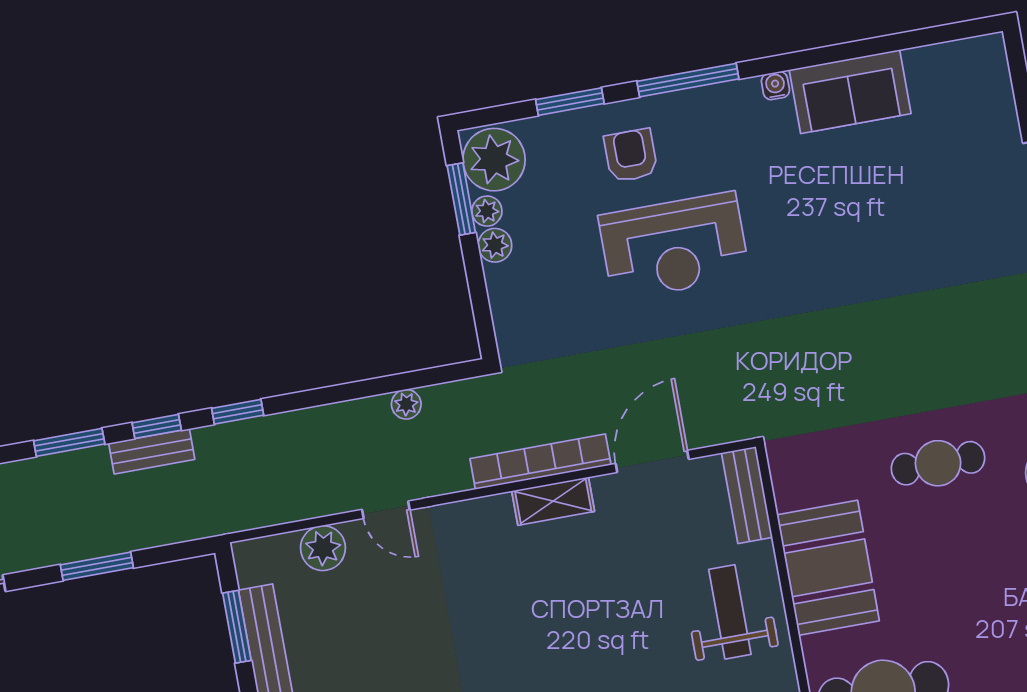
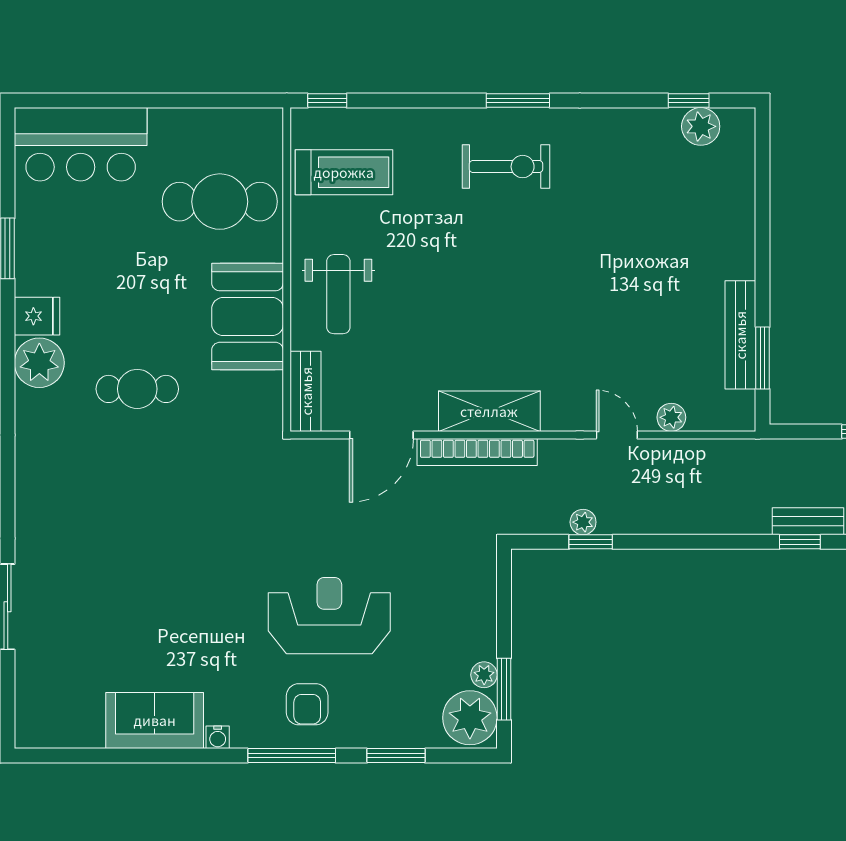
armchair: (631, 155) -> (307, 704), moved
plant: (495, 245) -> (482, 644), removed
window: (238, 412) -> (591, 542), moved
shelving: (553, 501) -> (489, 411), width x1.50, depth x1.33
plant: (323, 548) -> (671, 417), width x0.73, depth x0.73

